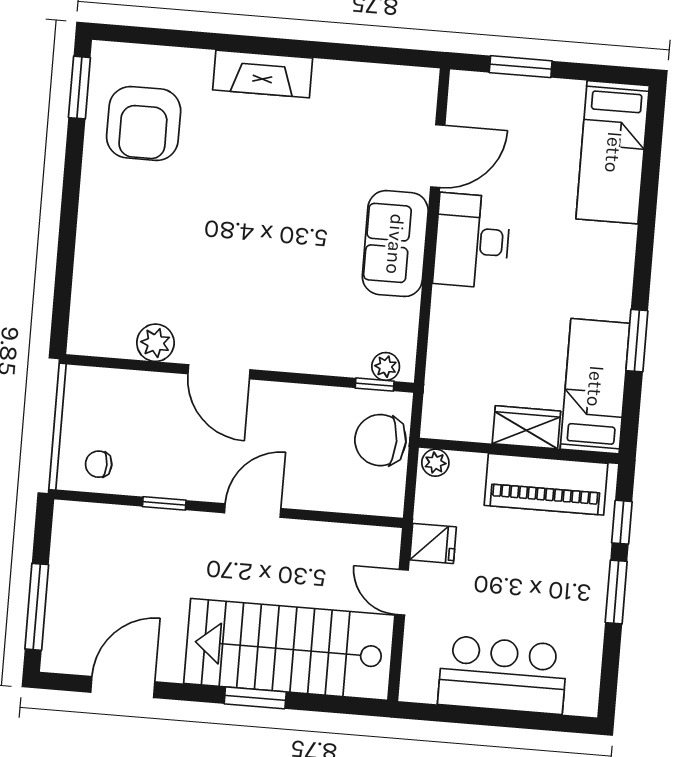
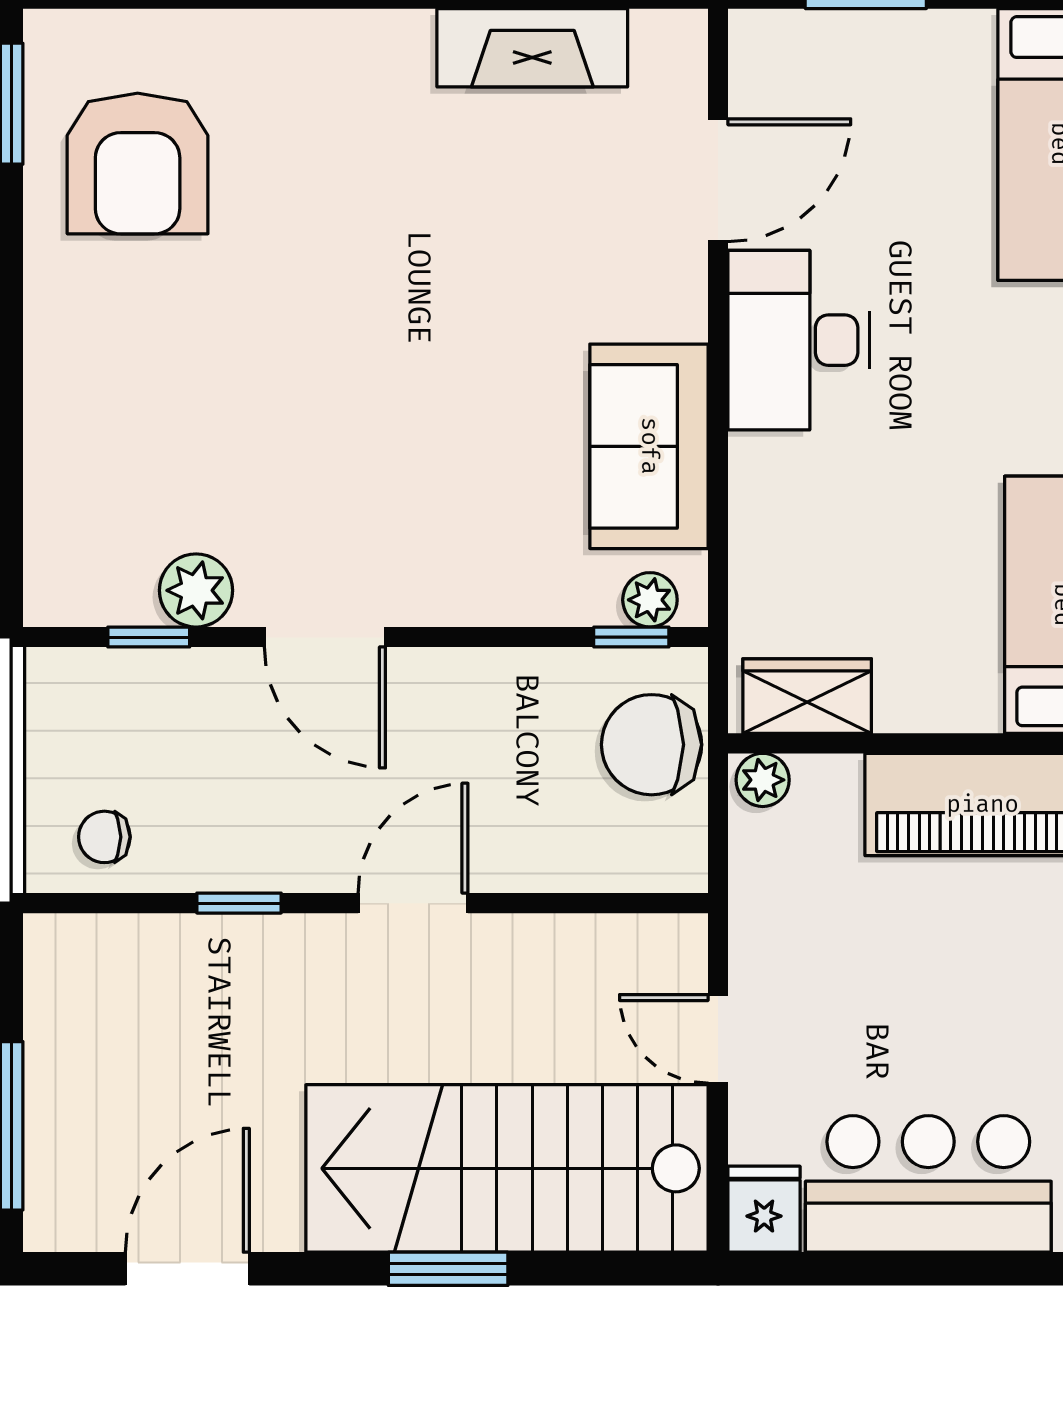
fireplace: (263, 74) -> (532, 48), moved
sofa: (395, 244) -> (649, 446), moved
window: (130, 364) -> (149, 637), added
wardrobe: (526, 427) -> (807, 696), moved
fridge: (433, 543) -> (764, 1209), moved, turned -90

